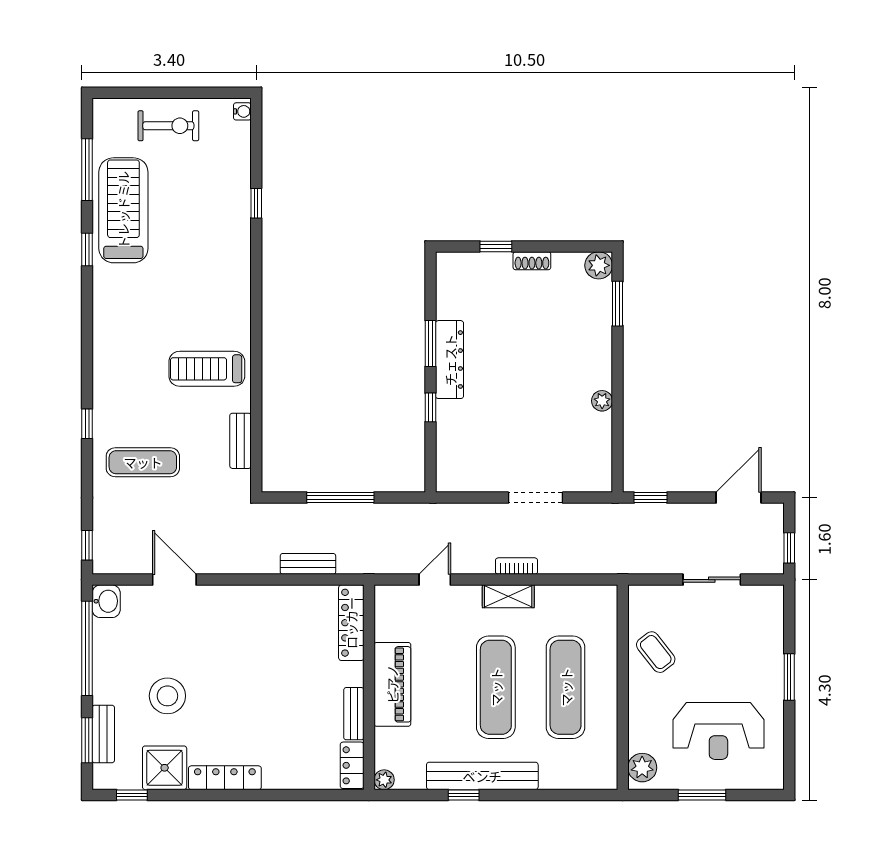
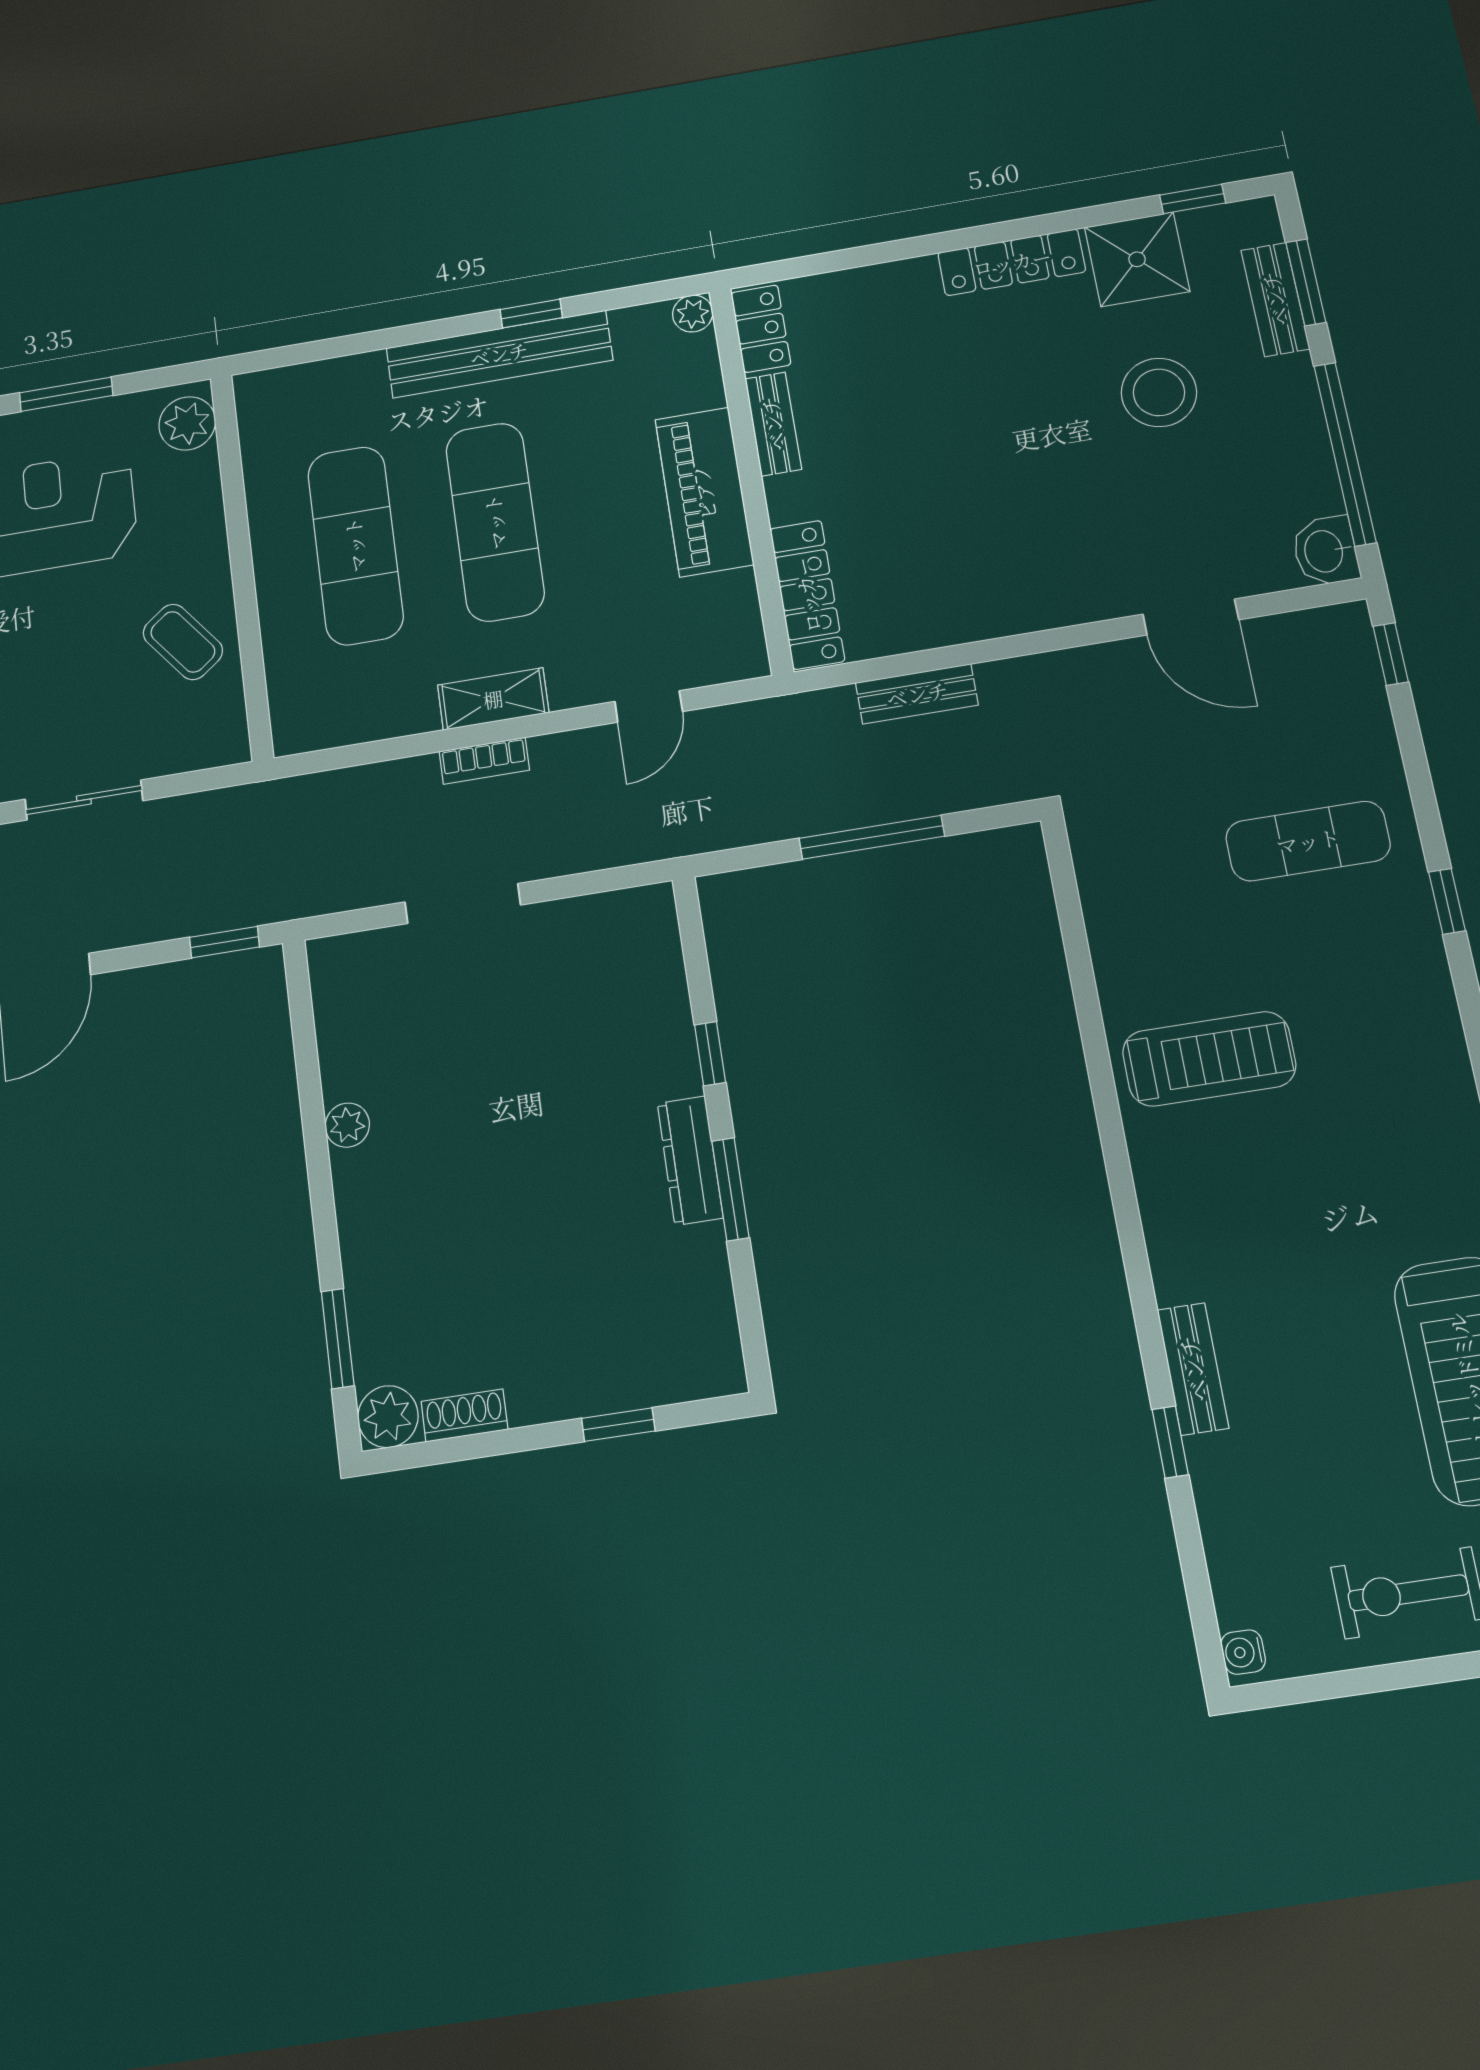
shoe rack: (532, 261) -> (465, 1415), moved
dresser: (450, 360) -> (690, 1160), width x0.73, depth x0.80
bench: (241, 441) -> (1193, 1369), moved

